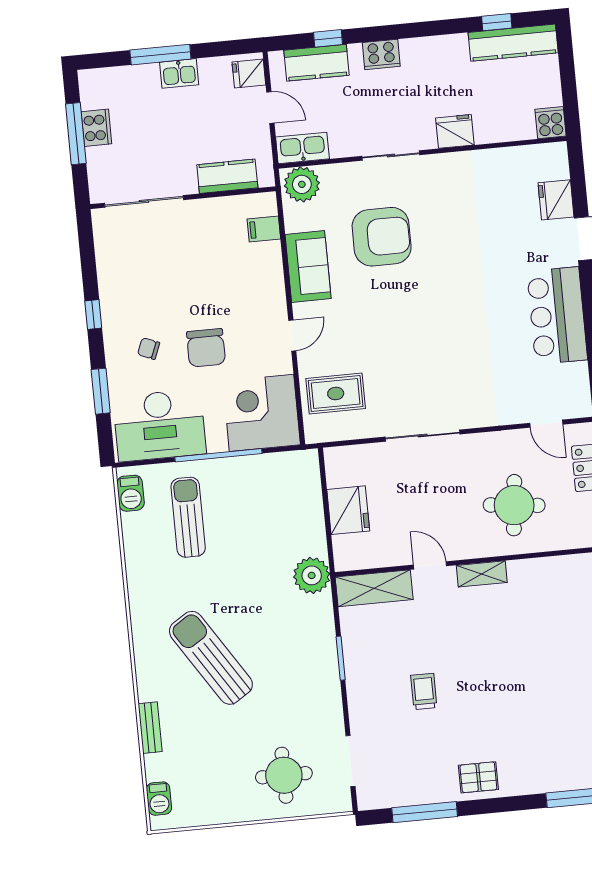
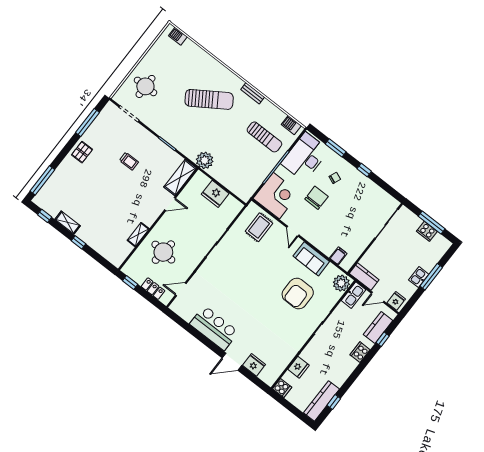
fridge: (455, 131) -> (298, 367), moved
kitchen counter: (227, 176) -> (364, 277), moved, turned -90
chair: (206, 348) -> (316, 198), turned 90
shelving: (482, 574) -> (138, 235), moved
bench: (150, 728) -> (253, 93), moved

